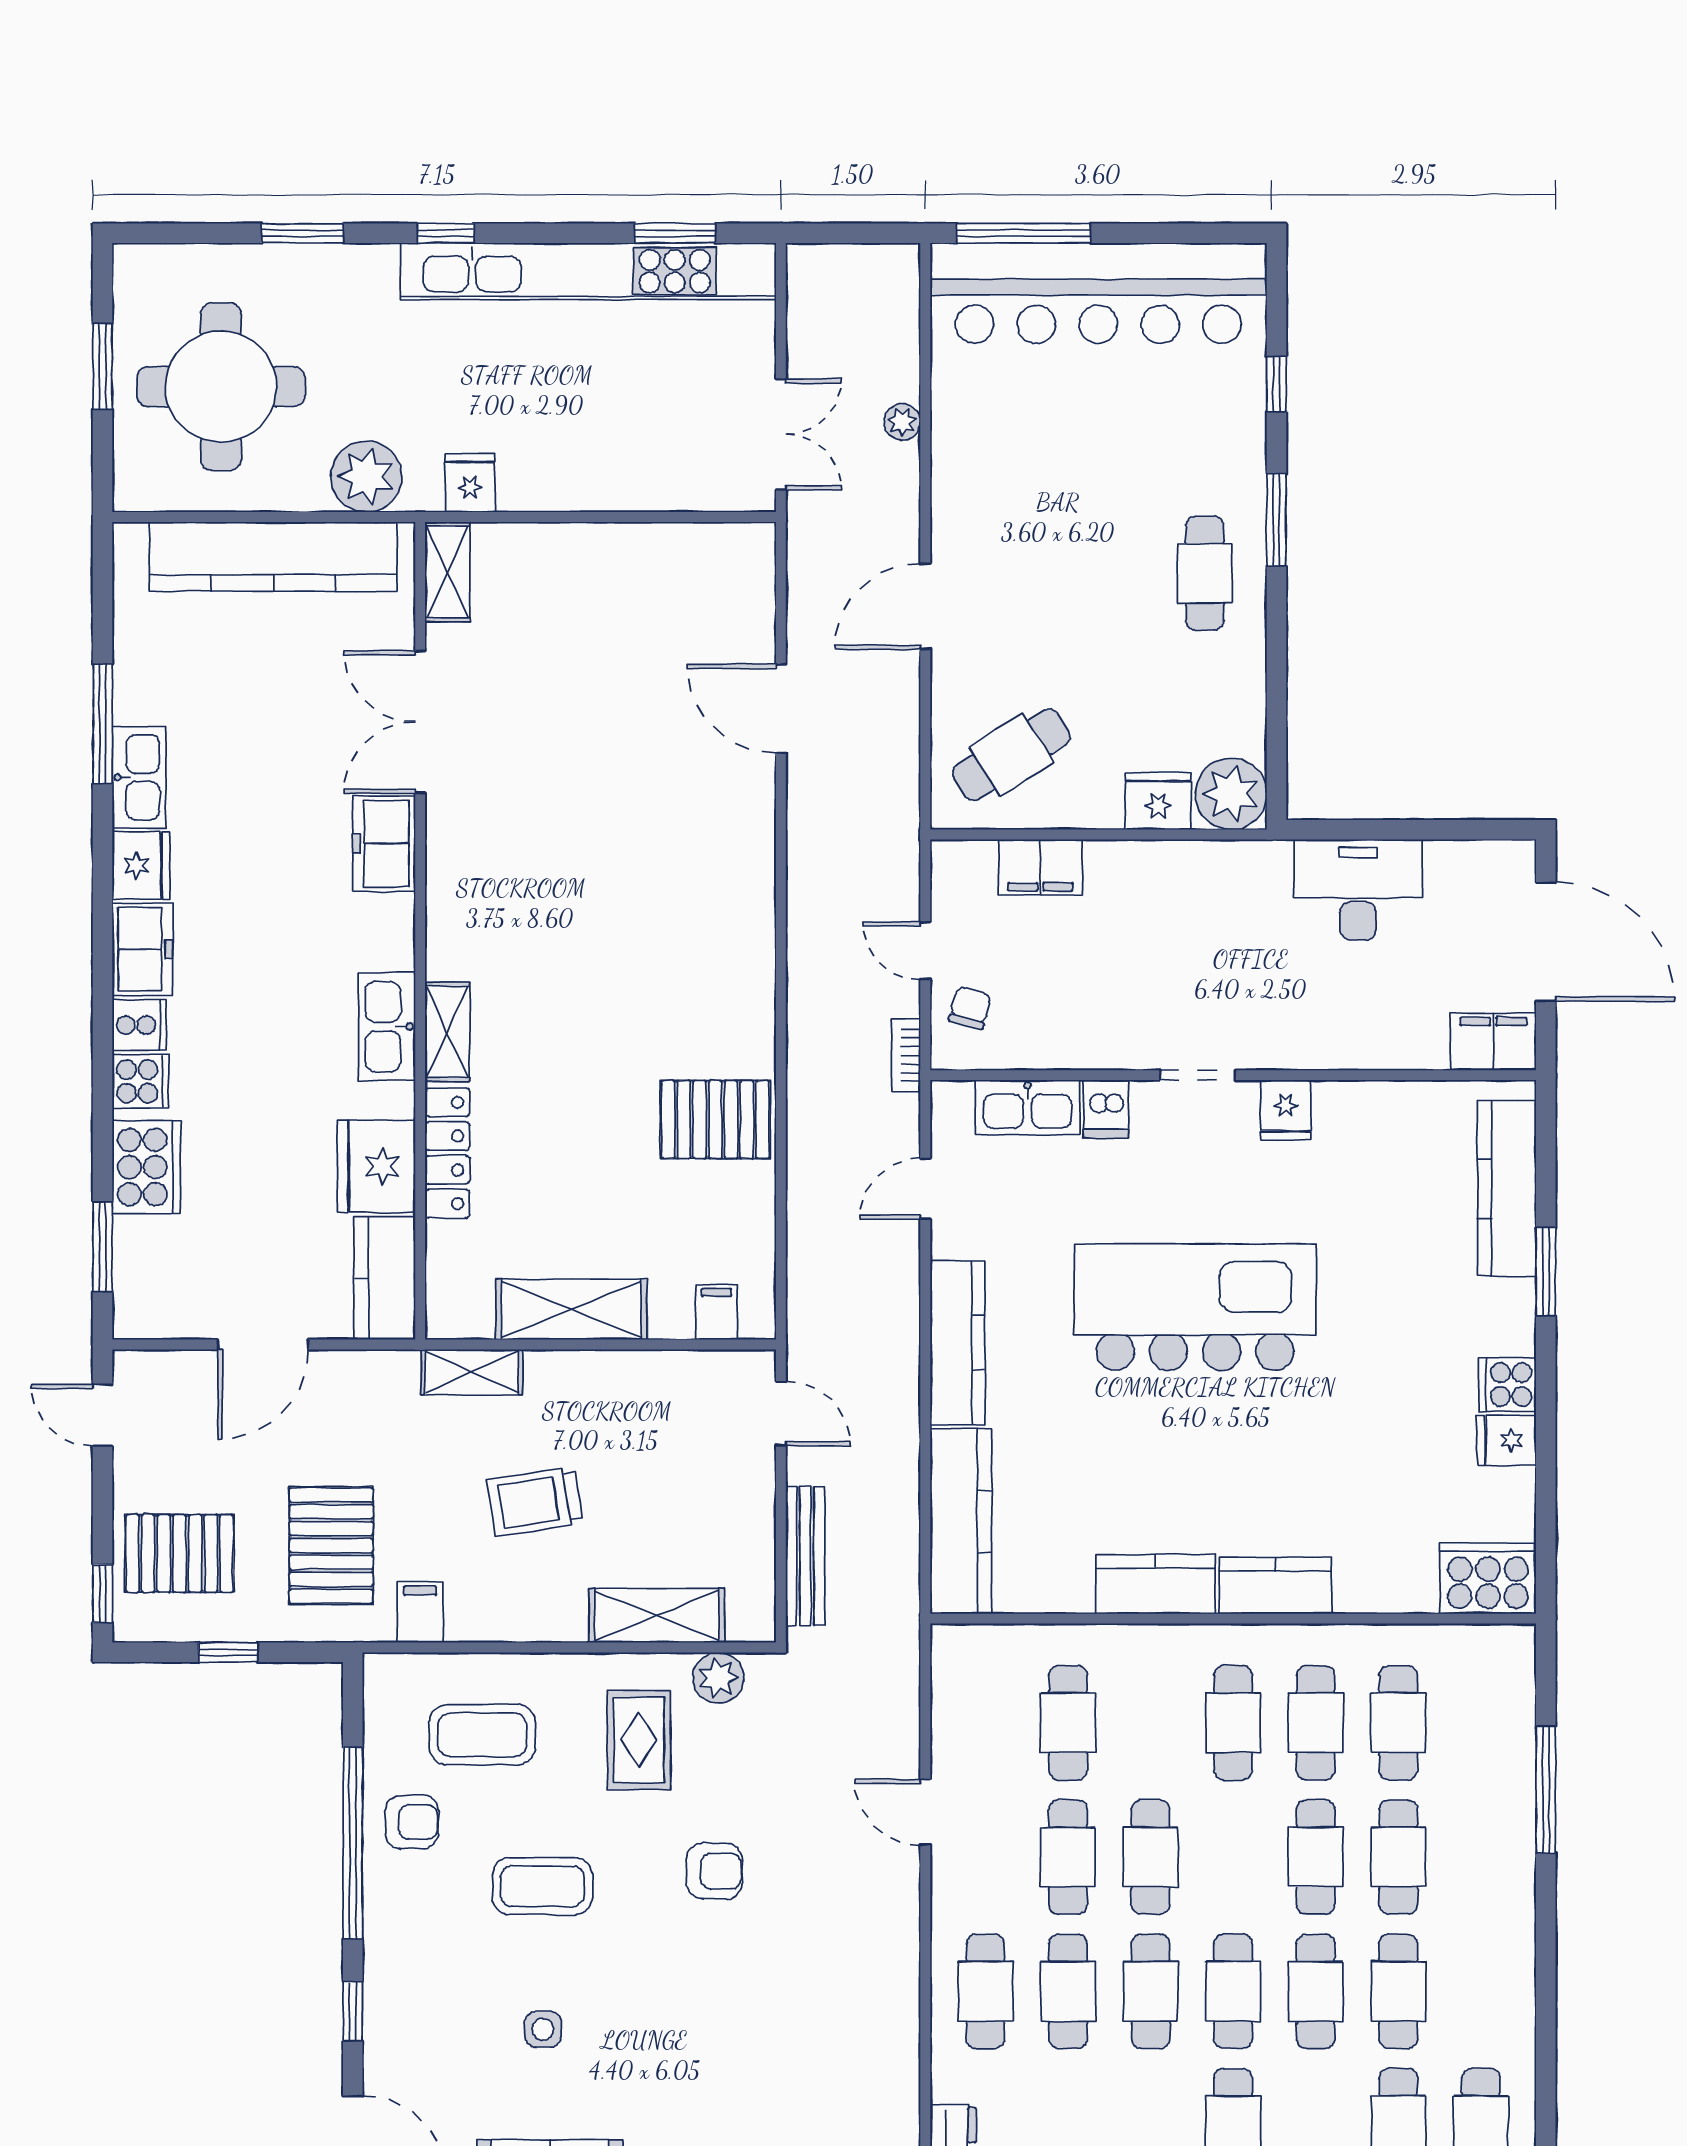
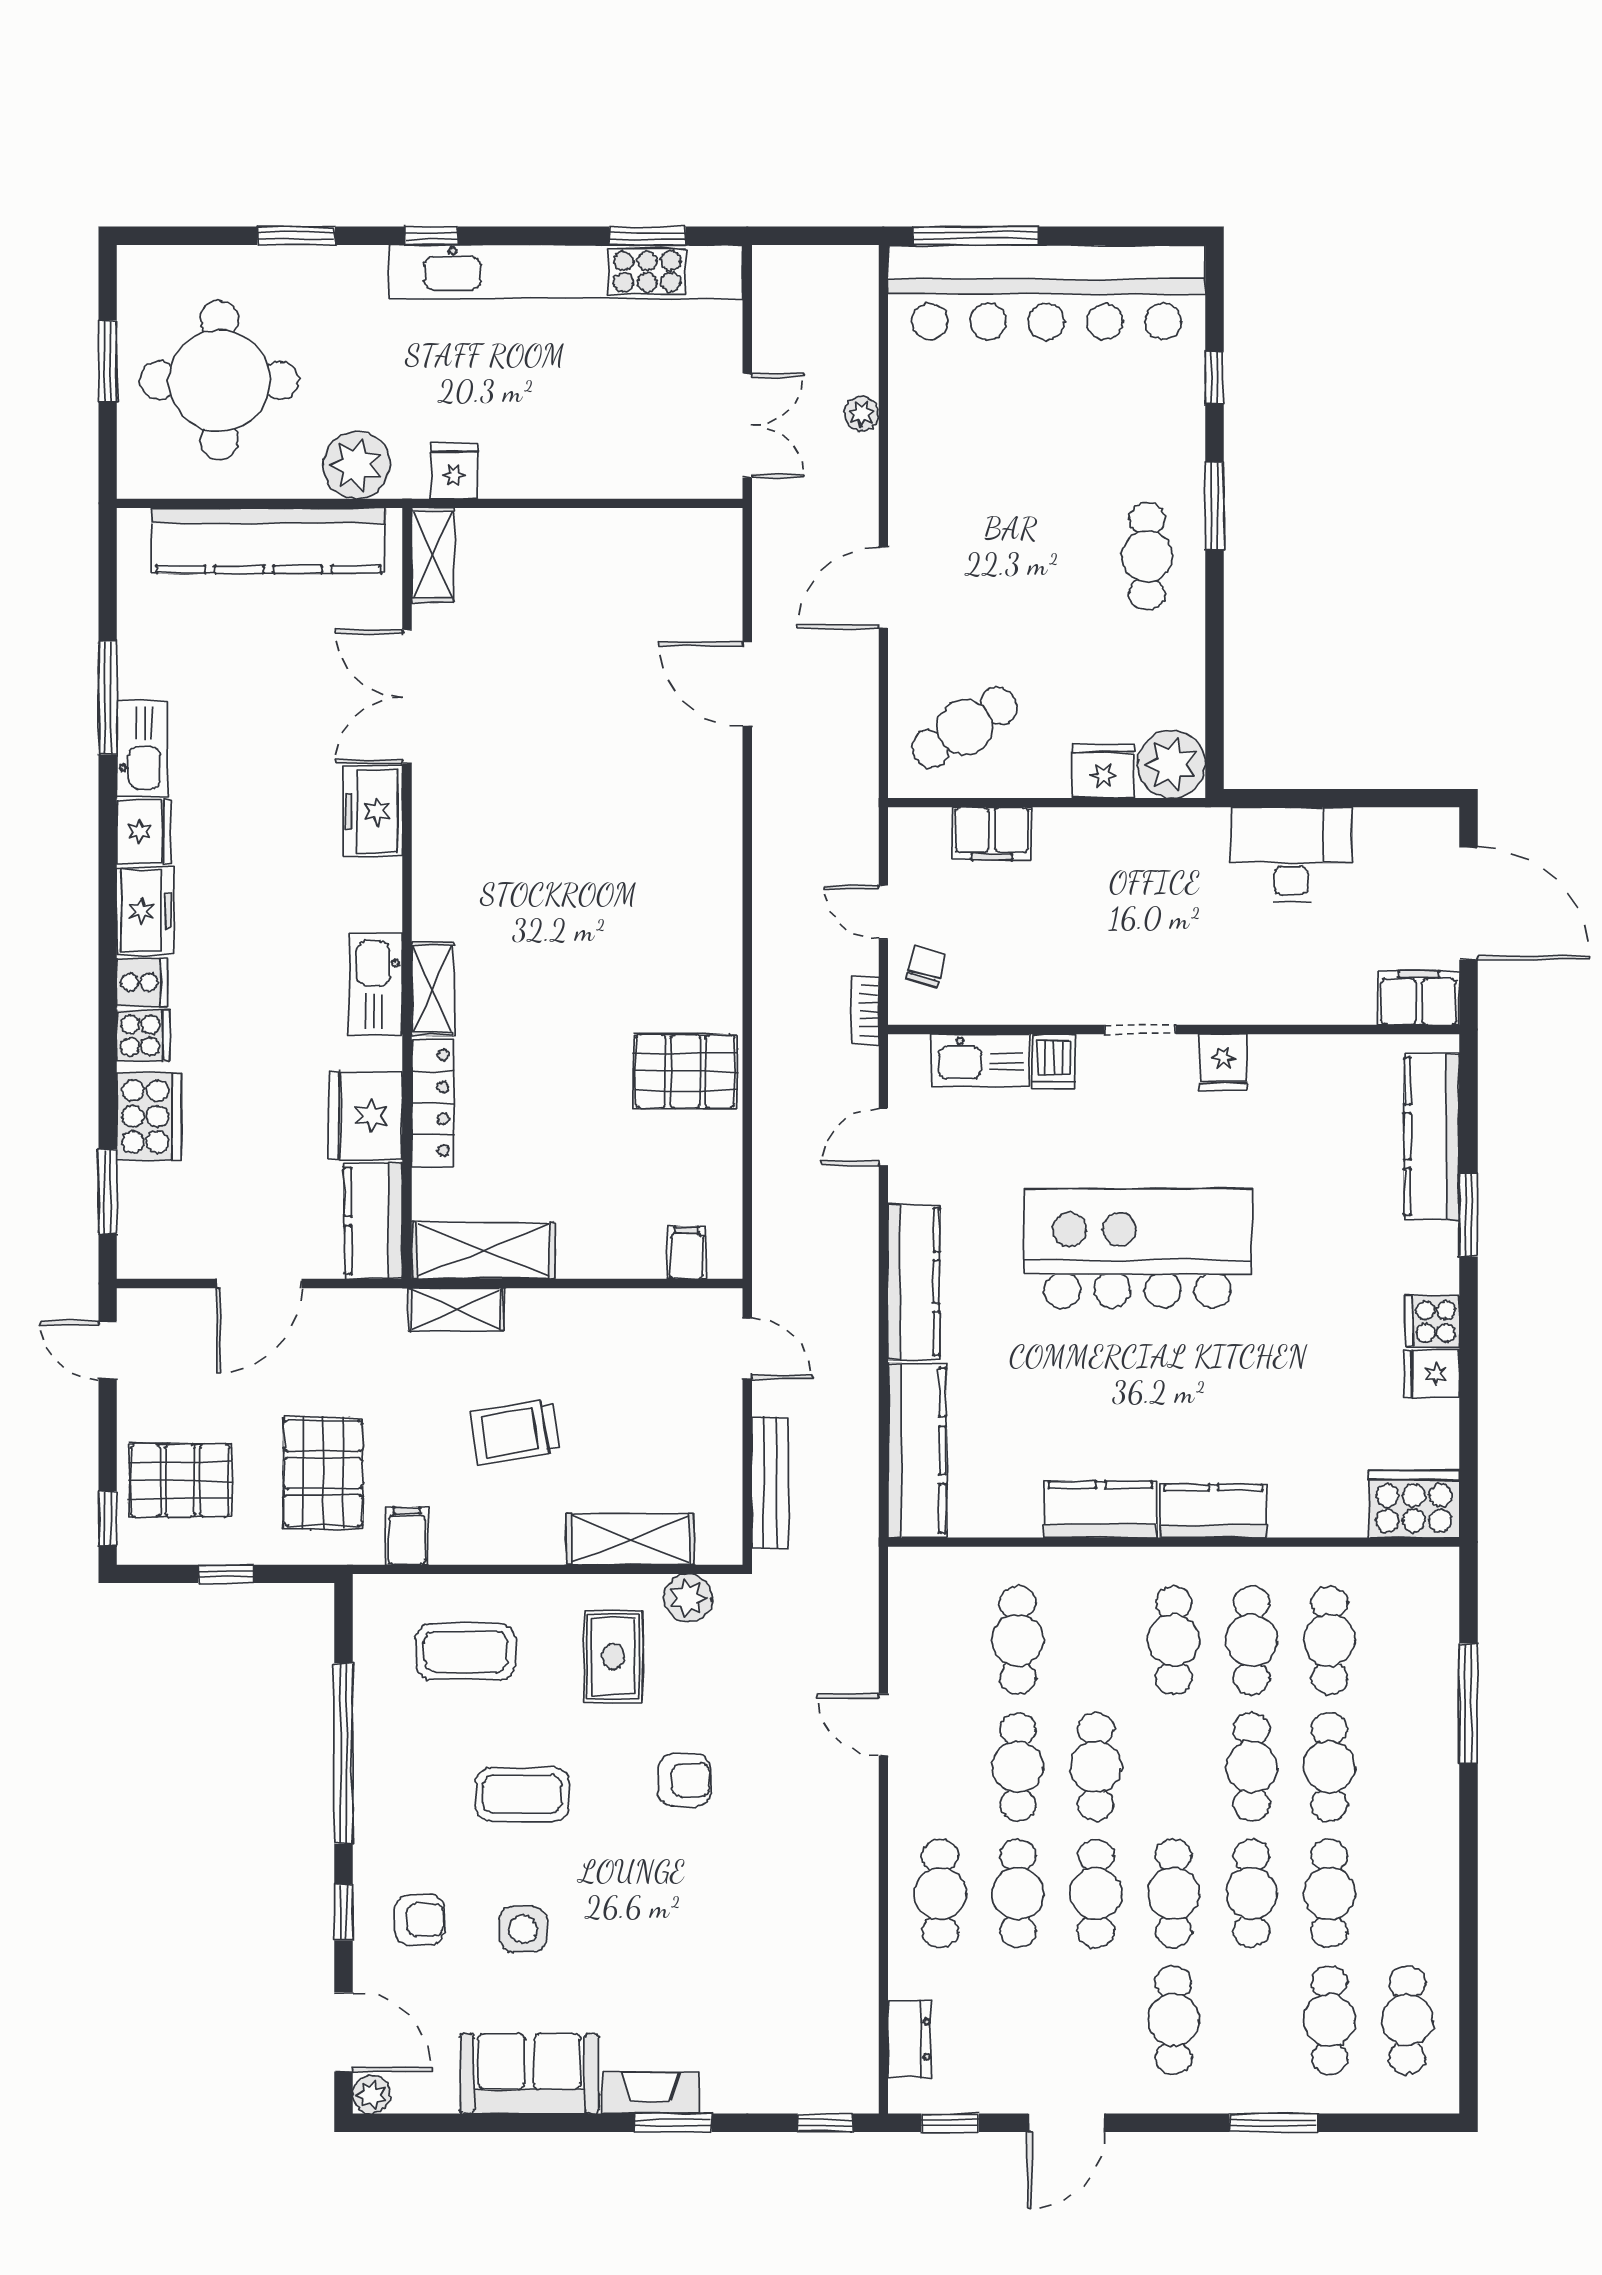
shelving: (571, 1309) -> (484, 1250), moved
armchair: (412, 1822) -> (419, 1920), moved
side table: (543, 2029) -> (523, 1929), width x1.37, depth x1.37

